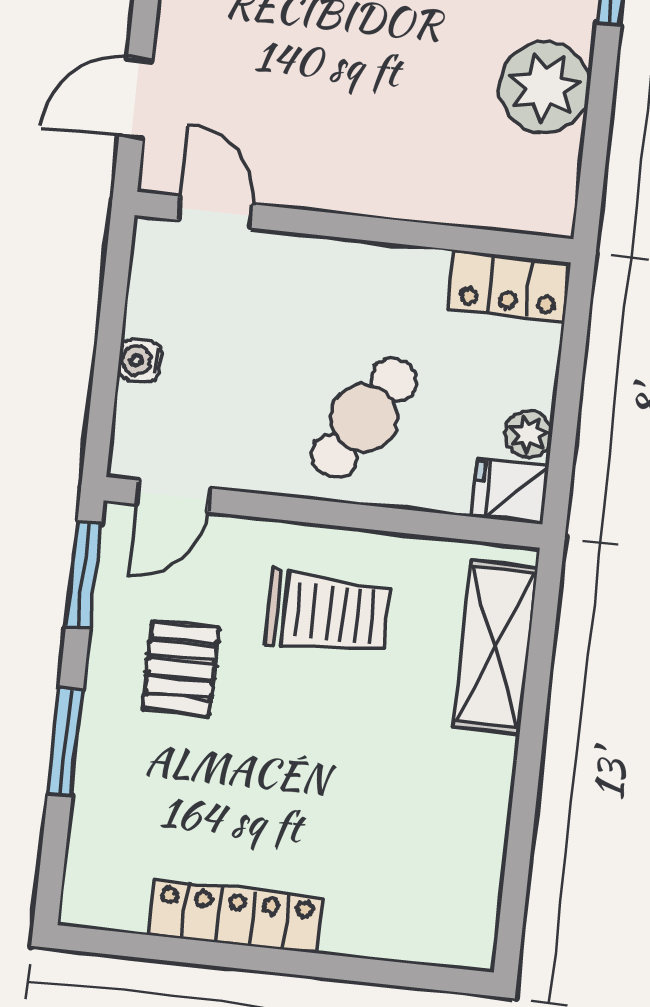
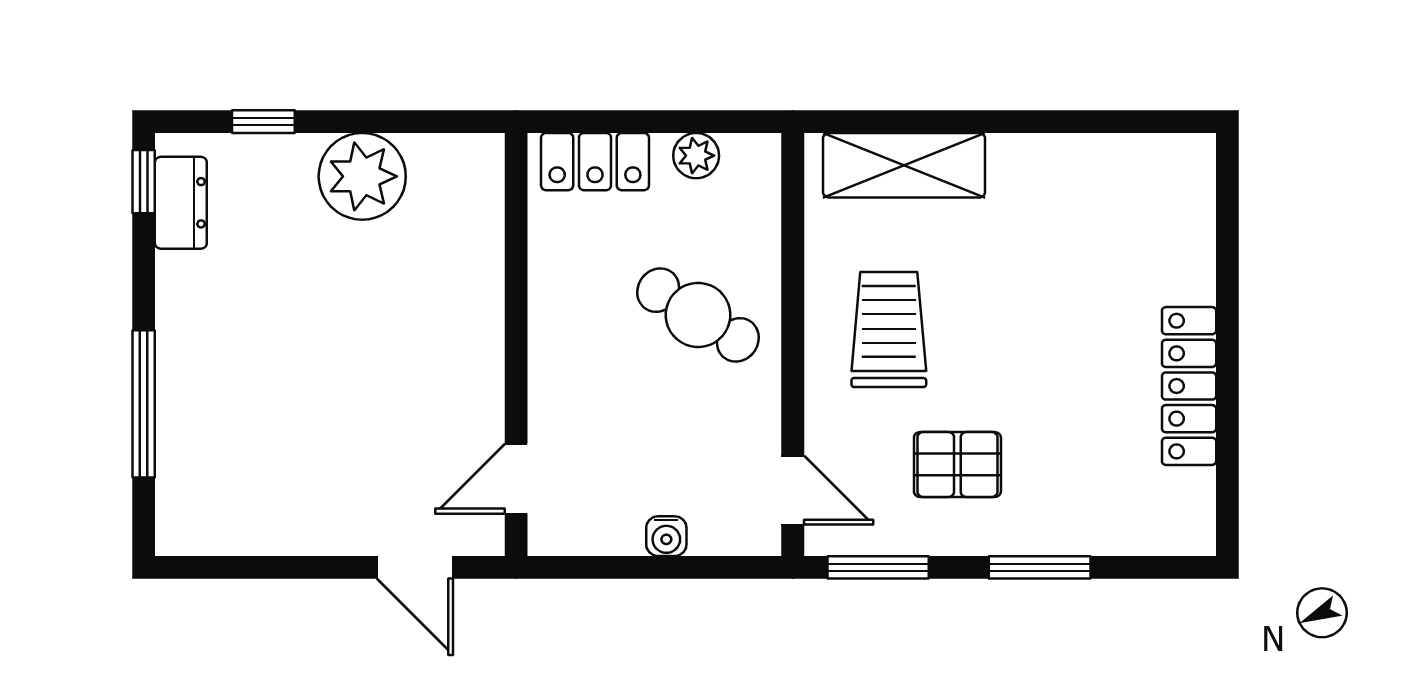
locker: (509, 286) -> (595, 162), moved, turned 90
fridge: (510, 491) -> (752, 167), removed

